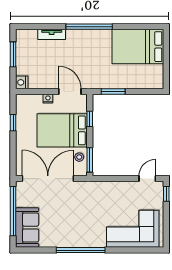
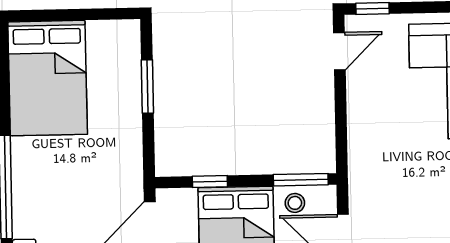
window: (113, 92) -> (147, 86), moved
door: (147, 179) -> (339, 51), swing flipped

